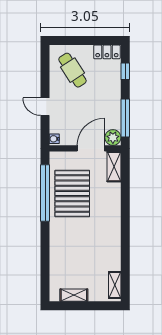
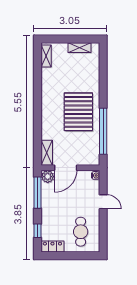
cafe table: (72, 70) -> (81, 232), turned 33
pallet: (72, 193) -> (78, 112), moved

